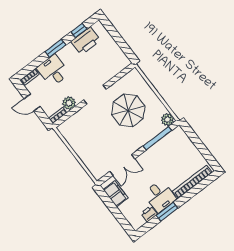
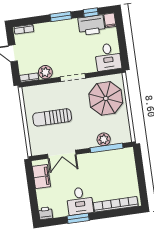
filing cabinet: (99, 28) -> (110, 20), added
desk: (53, 71) -> (108, 57), moved, turned 180
parasol: (128, 110) -> (106, 98), moved
plant: (167, 120) -> (104, 139), moved
sun lounger: (96, 138) -> (52, 117), added
printer: (149, 214) -> (46, 213), moved

